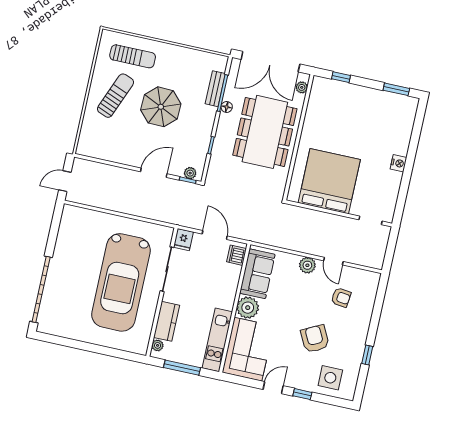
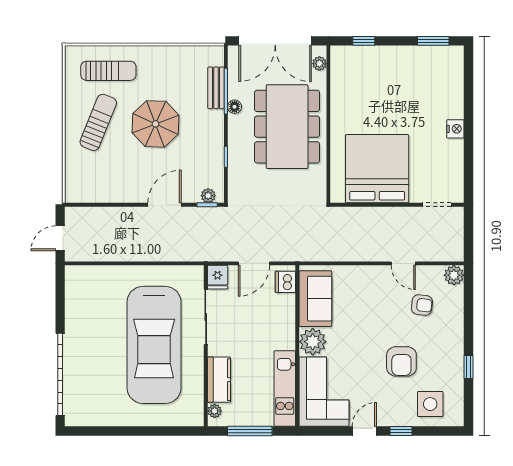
door: (215, 235) -> (254, 263), swing flipped
plant: (307, 265) -> (454, 275), moved
armchair: (315, 339) -> (401, 361), turned -153

